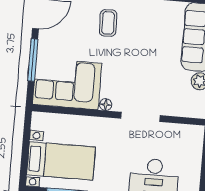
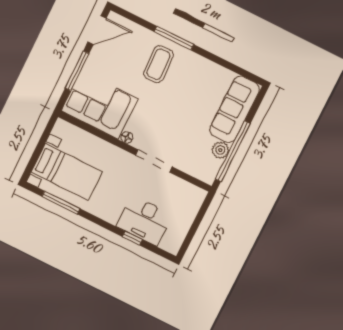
coffee table: (108, 23) -> (159, 64), width x1.36, depth x1.30

